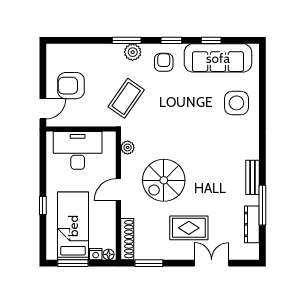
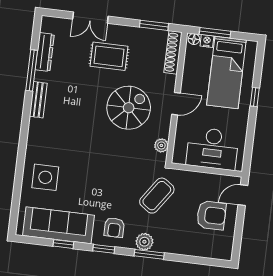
window: (73, 263) -> (215, 33), moved

